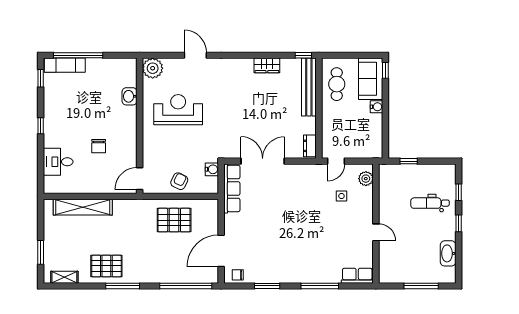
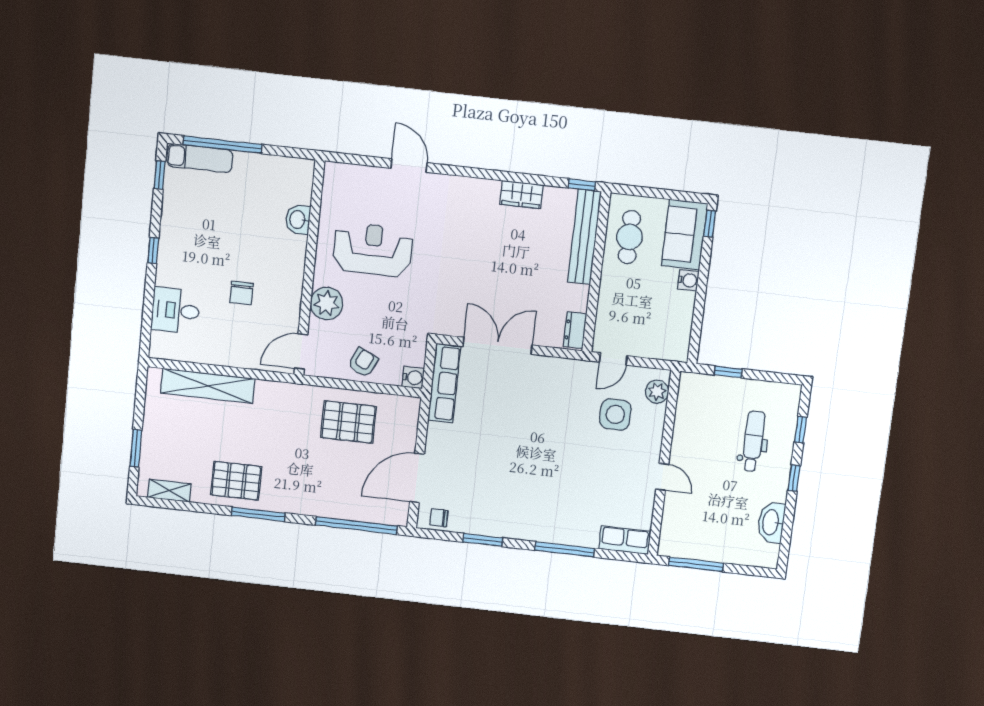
plant: (153, 68) -> (327, 303), moved
water cooler: (212, 169) -> (413, 378), moved
side table: (341, 196) -> (615, 414), width x1.87, depth x1.87
dental chair: (430, 203) -> (753, 441), turned 90
window: (421, 286) -> (696, 564), moved

